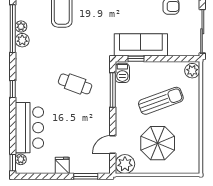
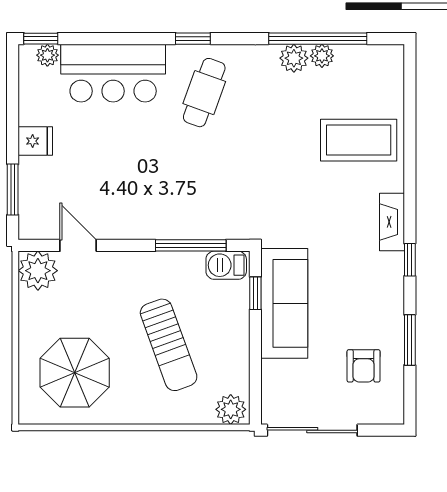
cafe table: (75, 84) -> (204, 93), moved
parasol: (158, 143) -> (75, 373), moved

